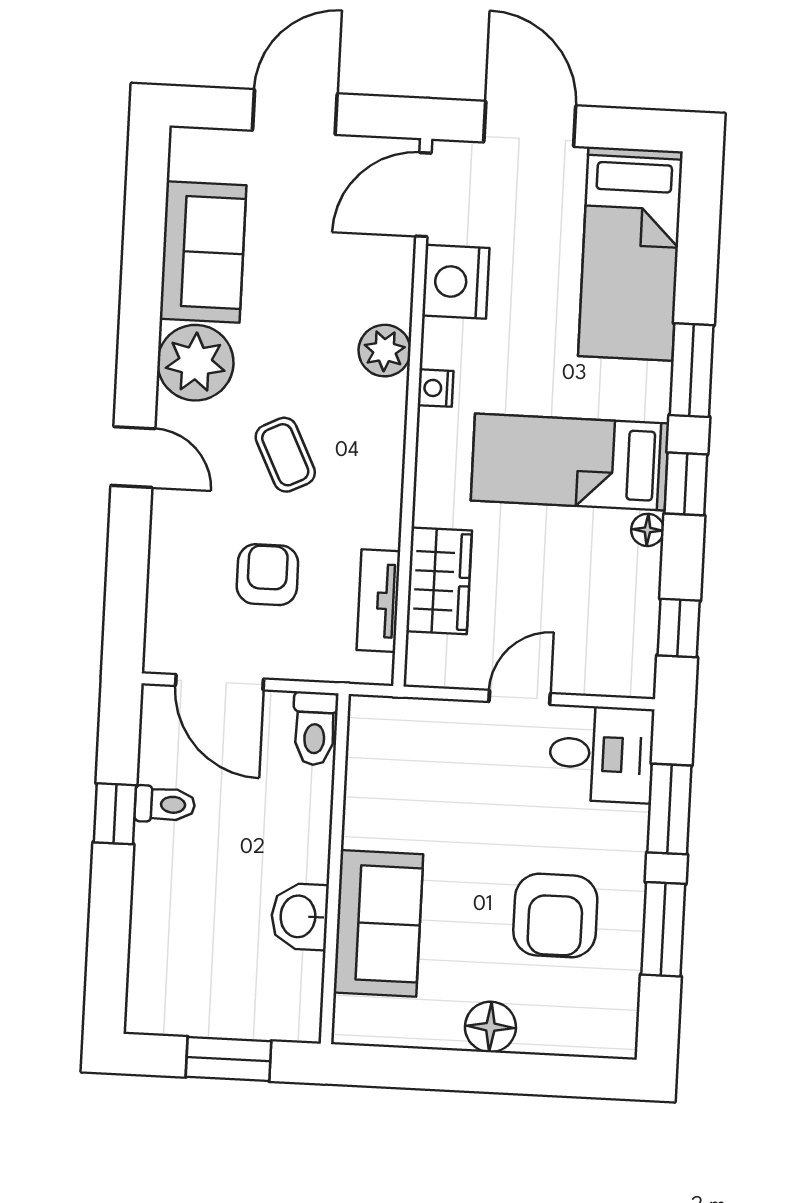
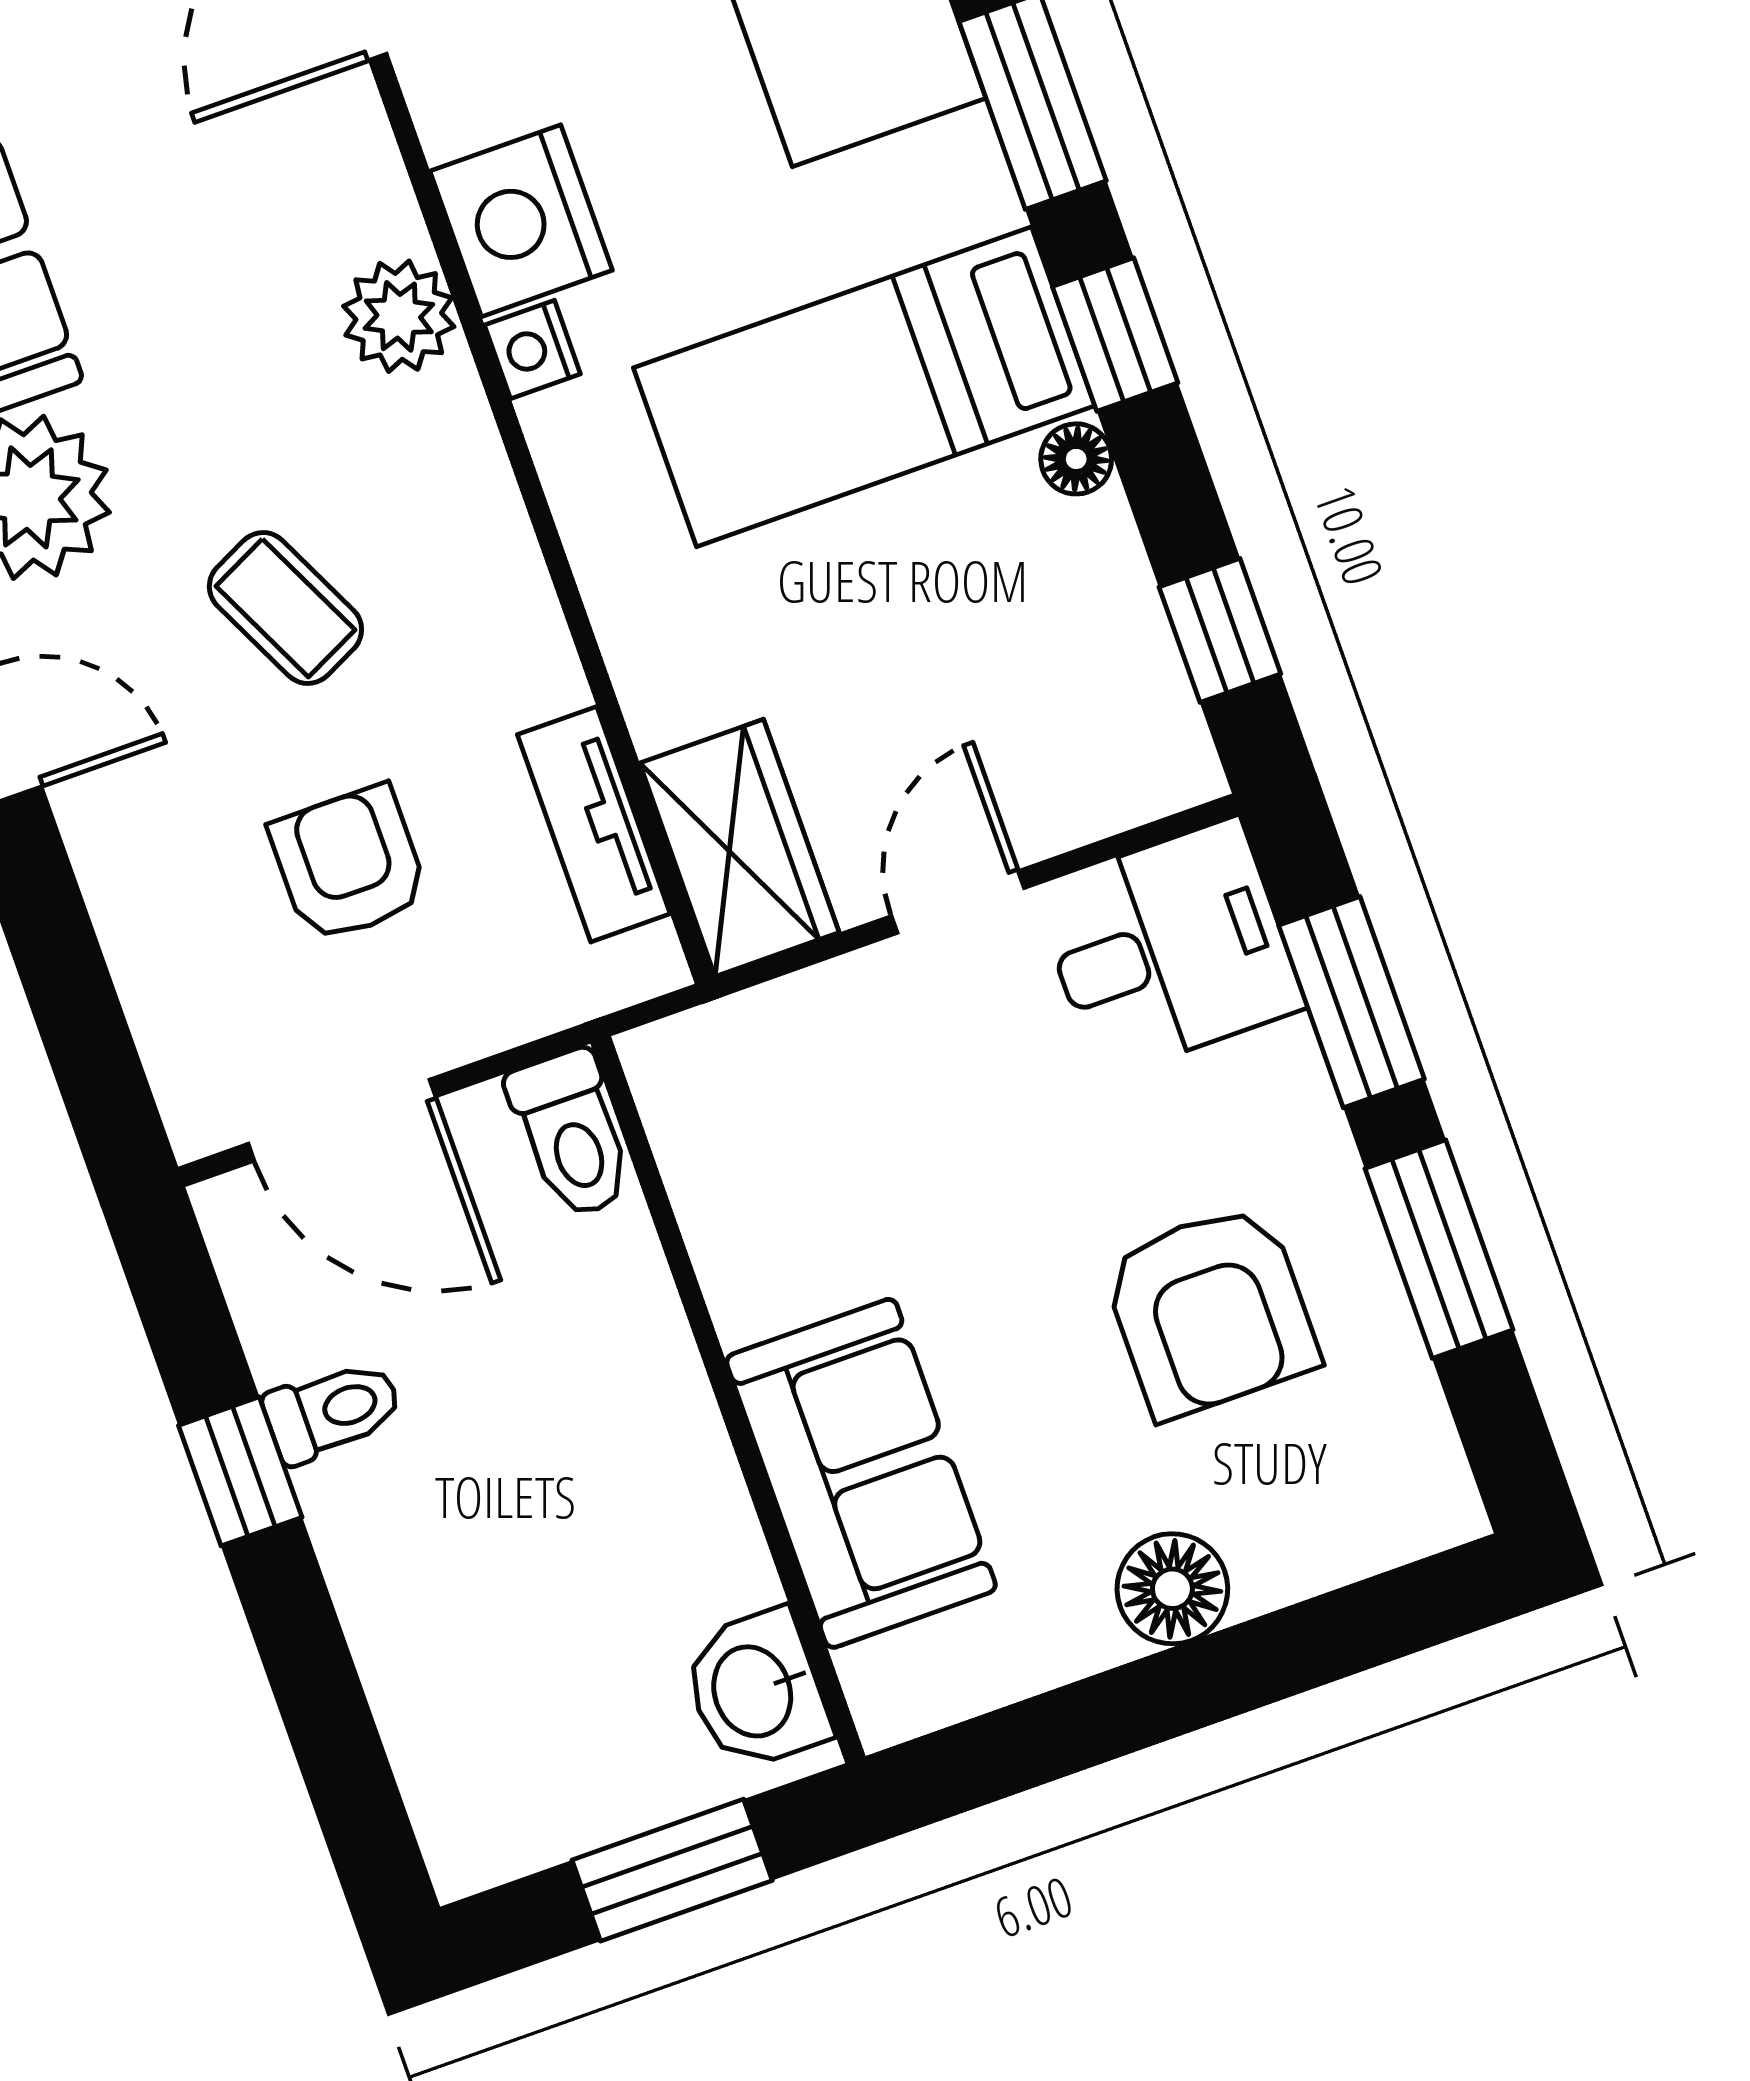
nightstand: (456, 282) -> (521, 221), moved
wardrobe: (439, 581) -> (739, 848), moved
washbasin: (300, 916) -> (756, 1690), moved

